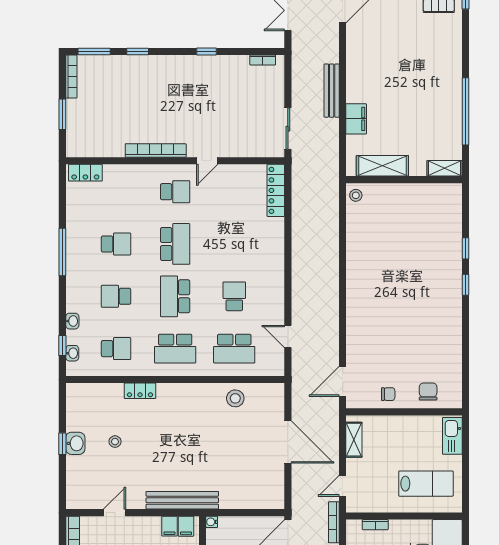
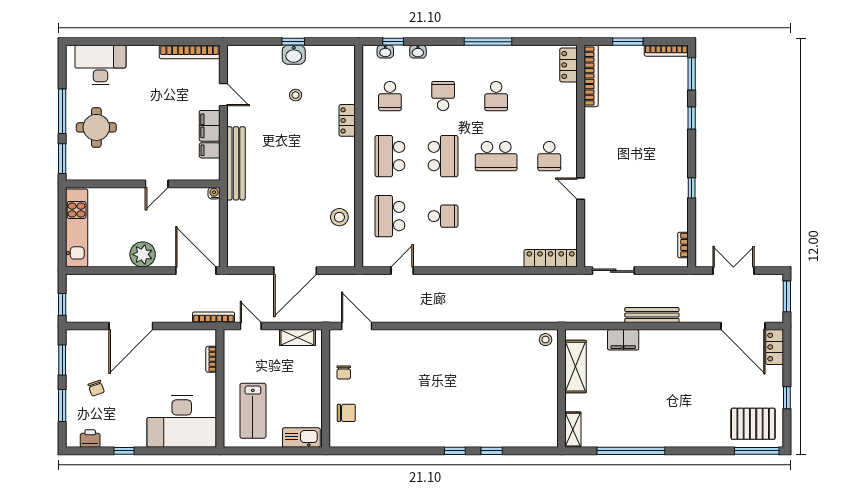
bookcase: (156, 151) -> (591, 76), moved
school desk: (175, 296) -> (443, 156), turned 90
filing cabinet: (186, 526) -> (210, 126), moved, width x2.00

